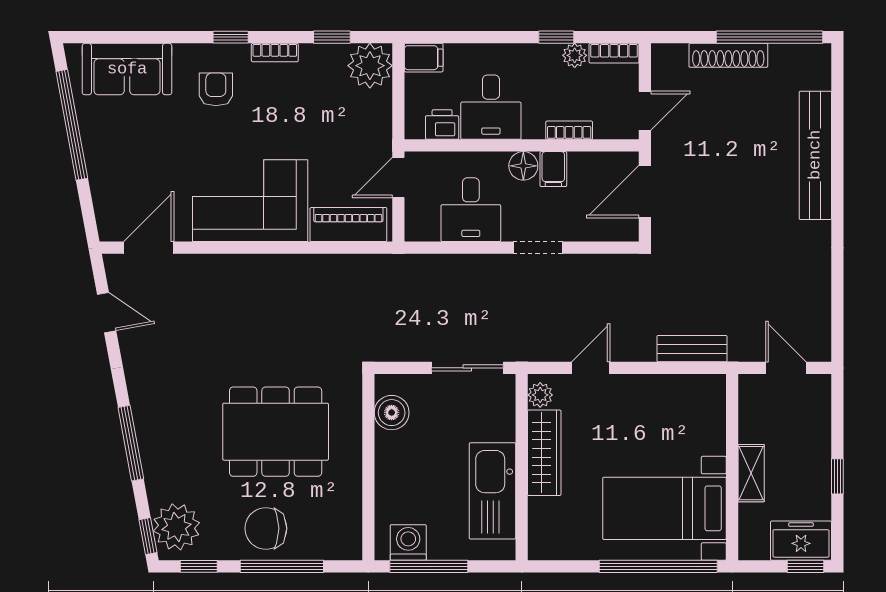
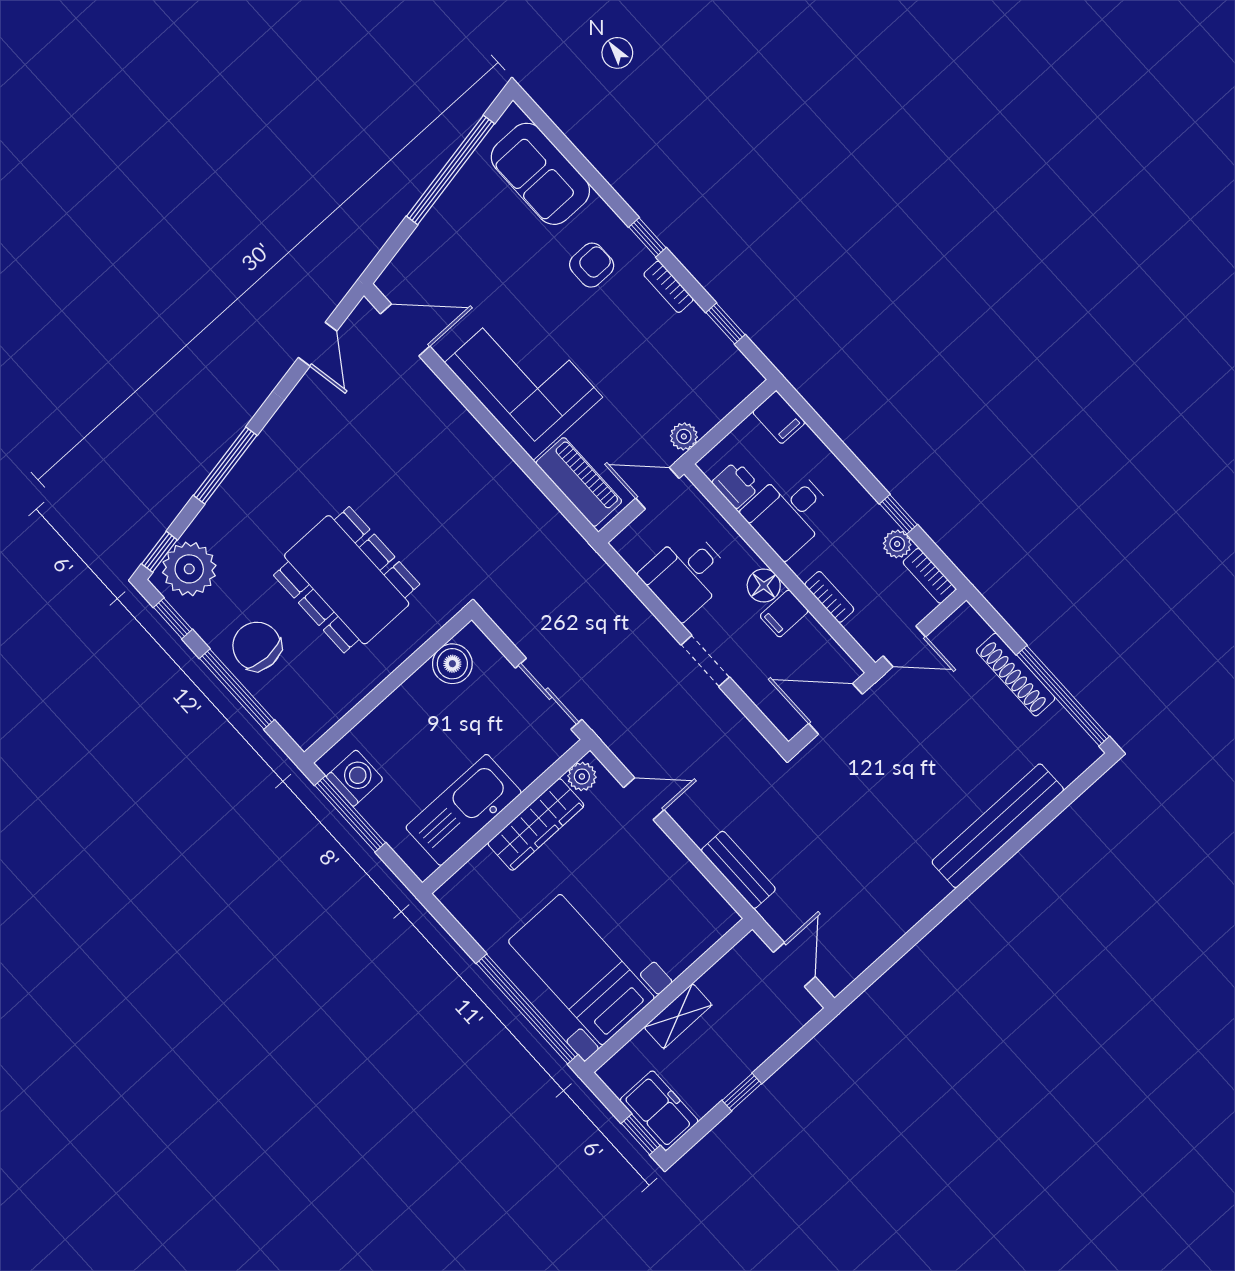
plant: (370, 66) -> (684, 436), moved, width x0.53, depth x0.53

